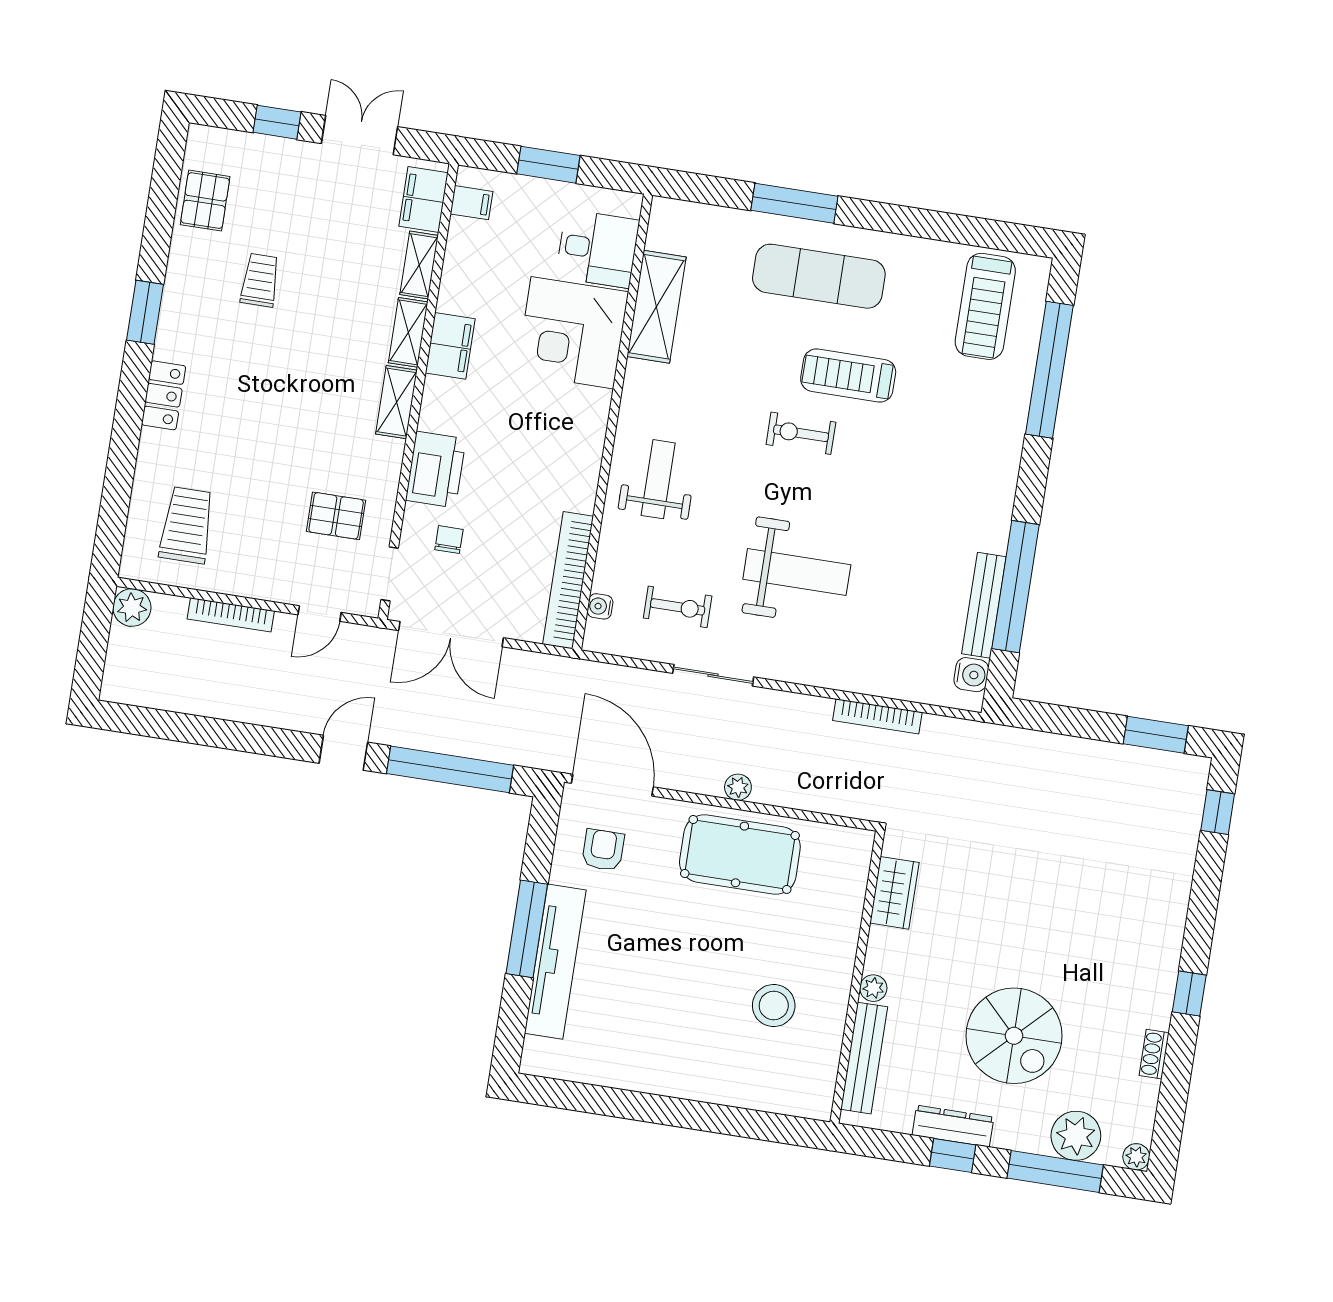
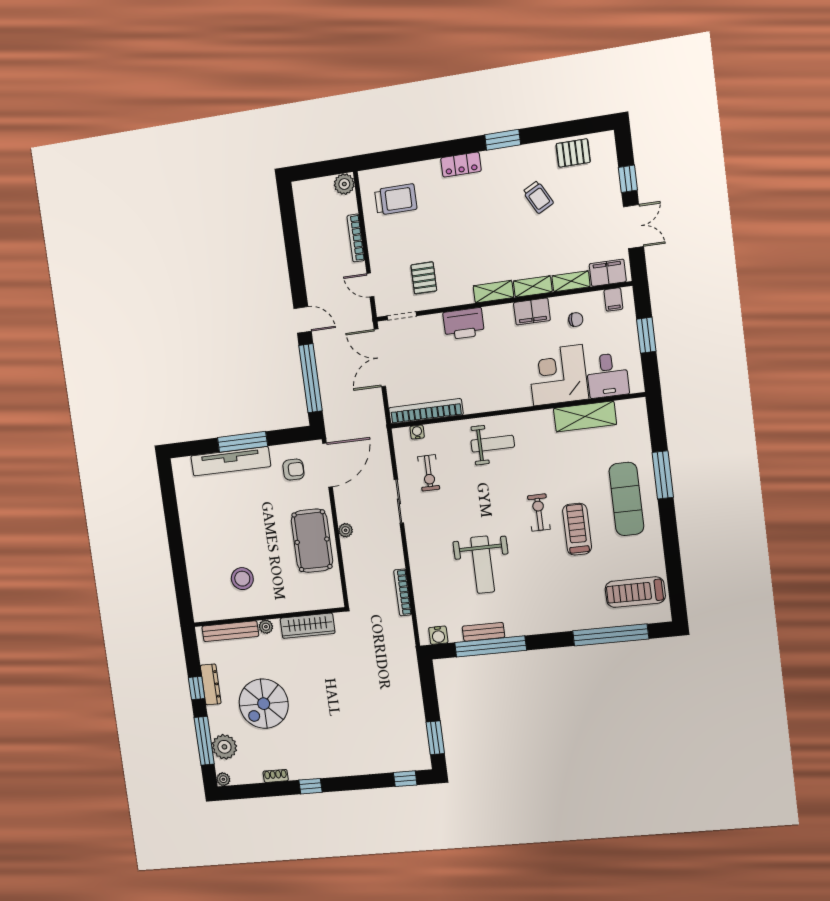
trolley: (260, 280) -> (538, 197), turned 62
chair: (449, 540) -> (576, 320), moved
weight bench: (797, 572) -> (483, 565), moved
bench: (984, 605) -> (483, 632), width x0.73
wardrobe: (895, 893) -> (308, 626), width x1.50

